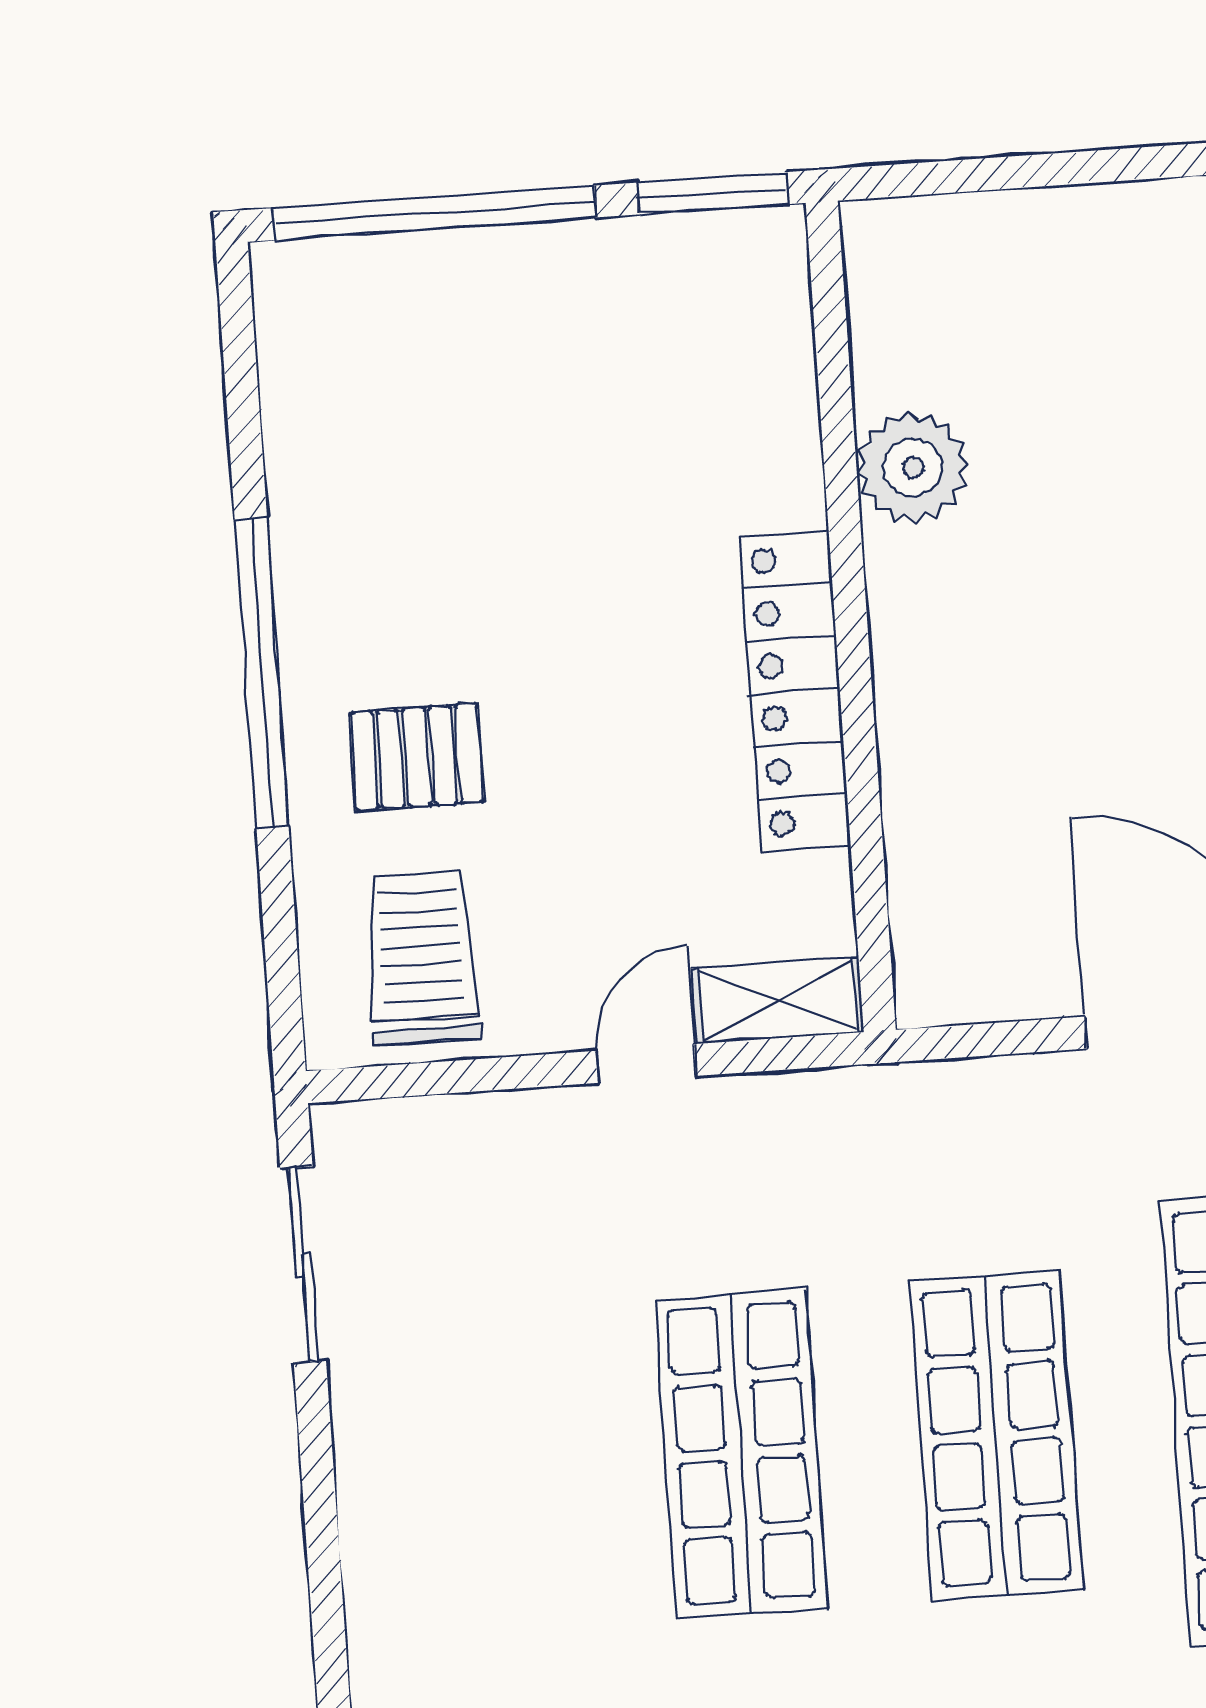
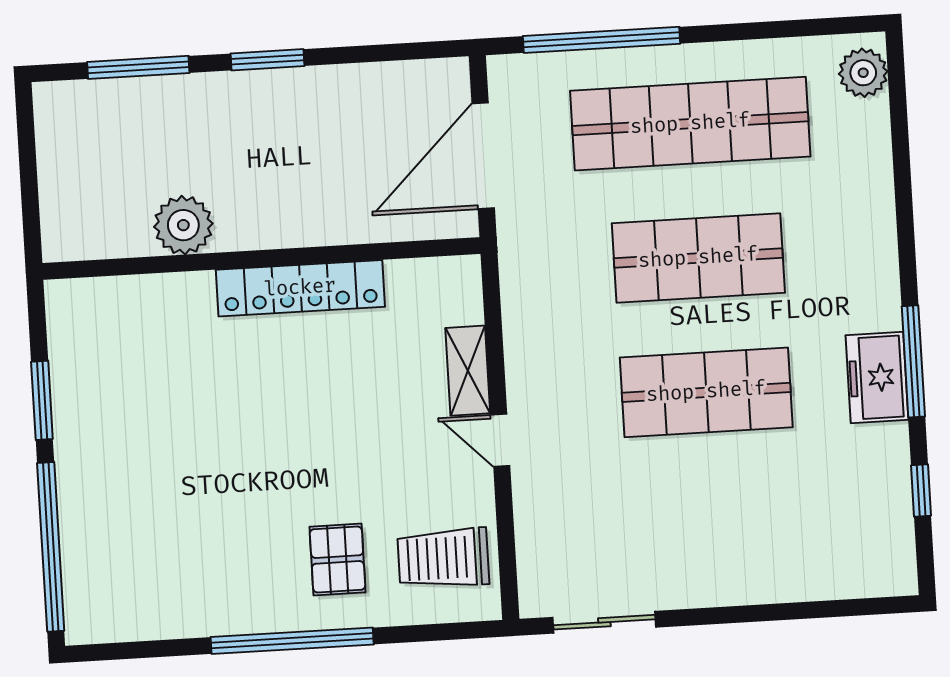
plant: (913, 468) -> (183, 225), moved
wall: (851, 616) -> (261, 258), moved
locker: (795, 691) -> (300, 288), moved

